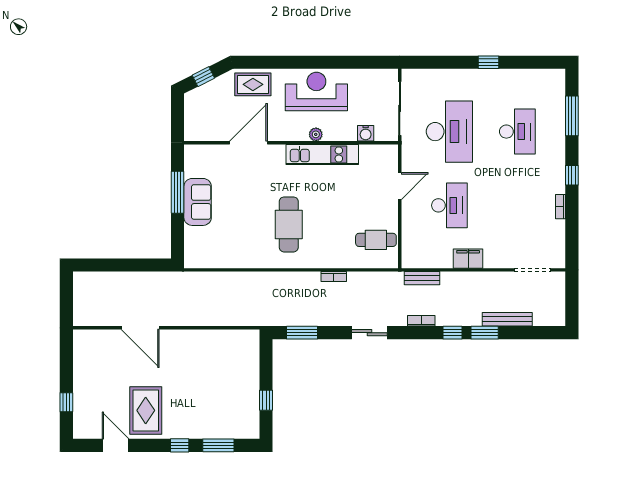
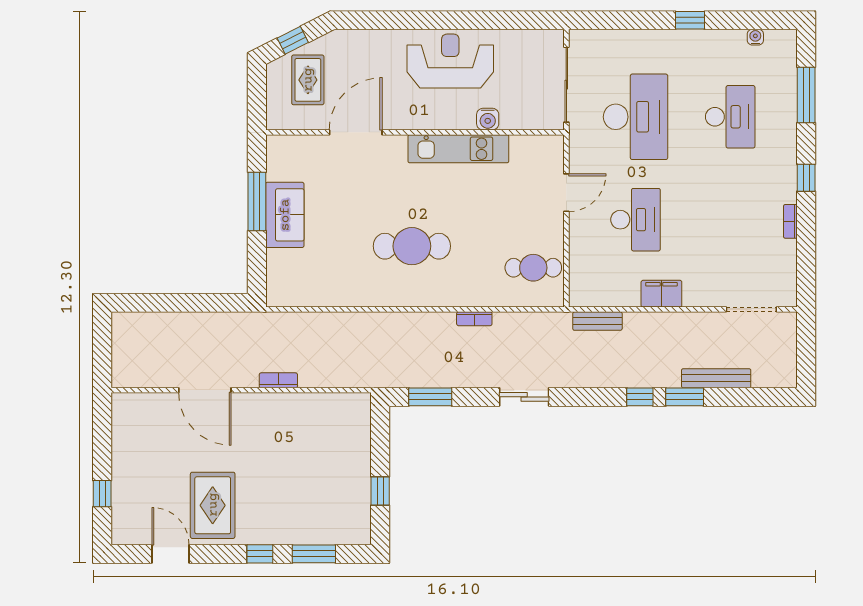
water cooler: (535, 74) -> (755, 37), added
rug: (253, 84) -> (308, 80), moved, turned 90
water cooler: (366, 133) -> (488, 119), moved
plant: (316, 134) -> (449, 121), removed
cafe table: (289, 224) -> (412, 246), turned 90
bookcase: (421, 321) -> (278, 380), moved

